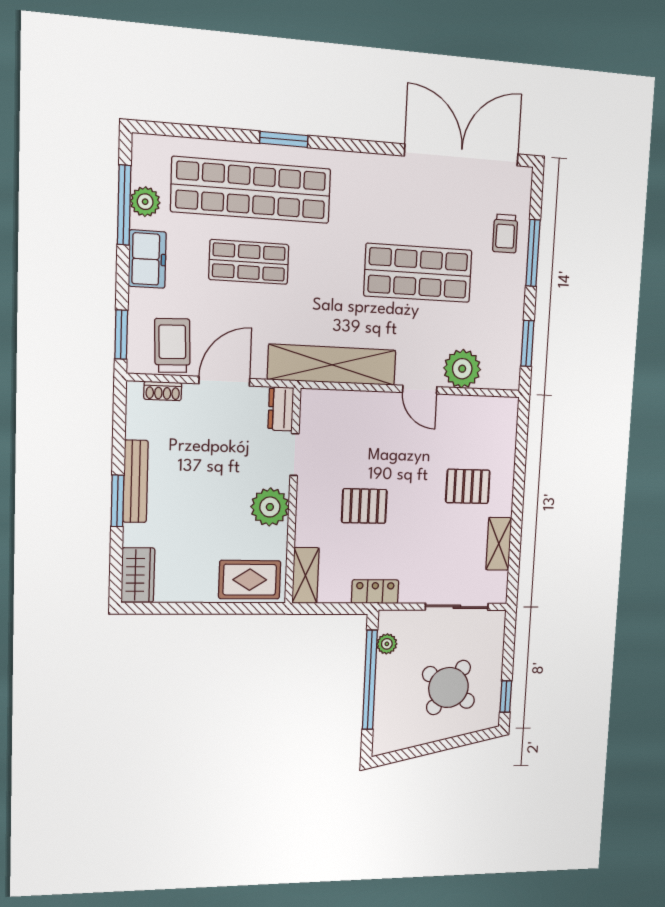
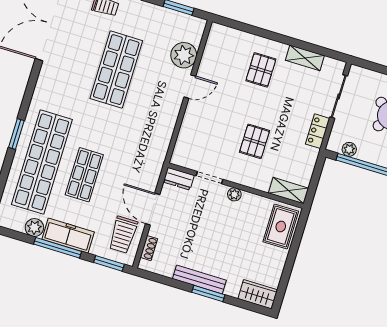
window: (124, 205) -> (58, 248), moved
freezer: (147, 259) -> (68, 236), width x1.40
trolley: (172, 346) -> (123, 235), turned -88
shelving: (332, 365) -> (160, 139), removed
plant: (270, 507) -> (234, 194), width x0.53, depth x0.53
locker: (375, 592) -> (318, 131), moved

